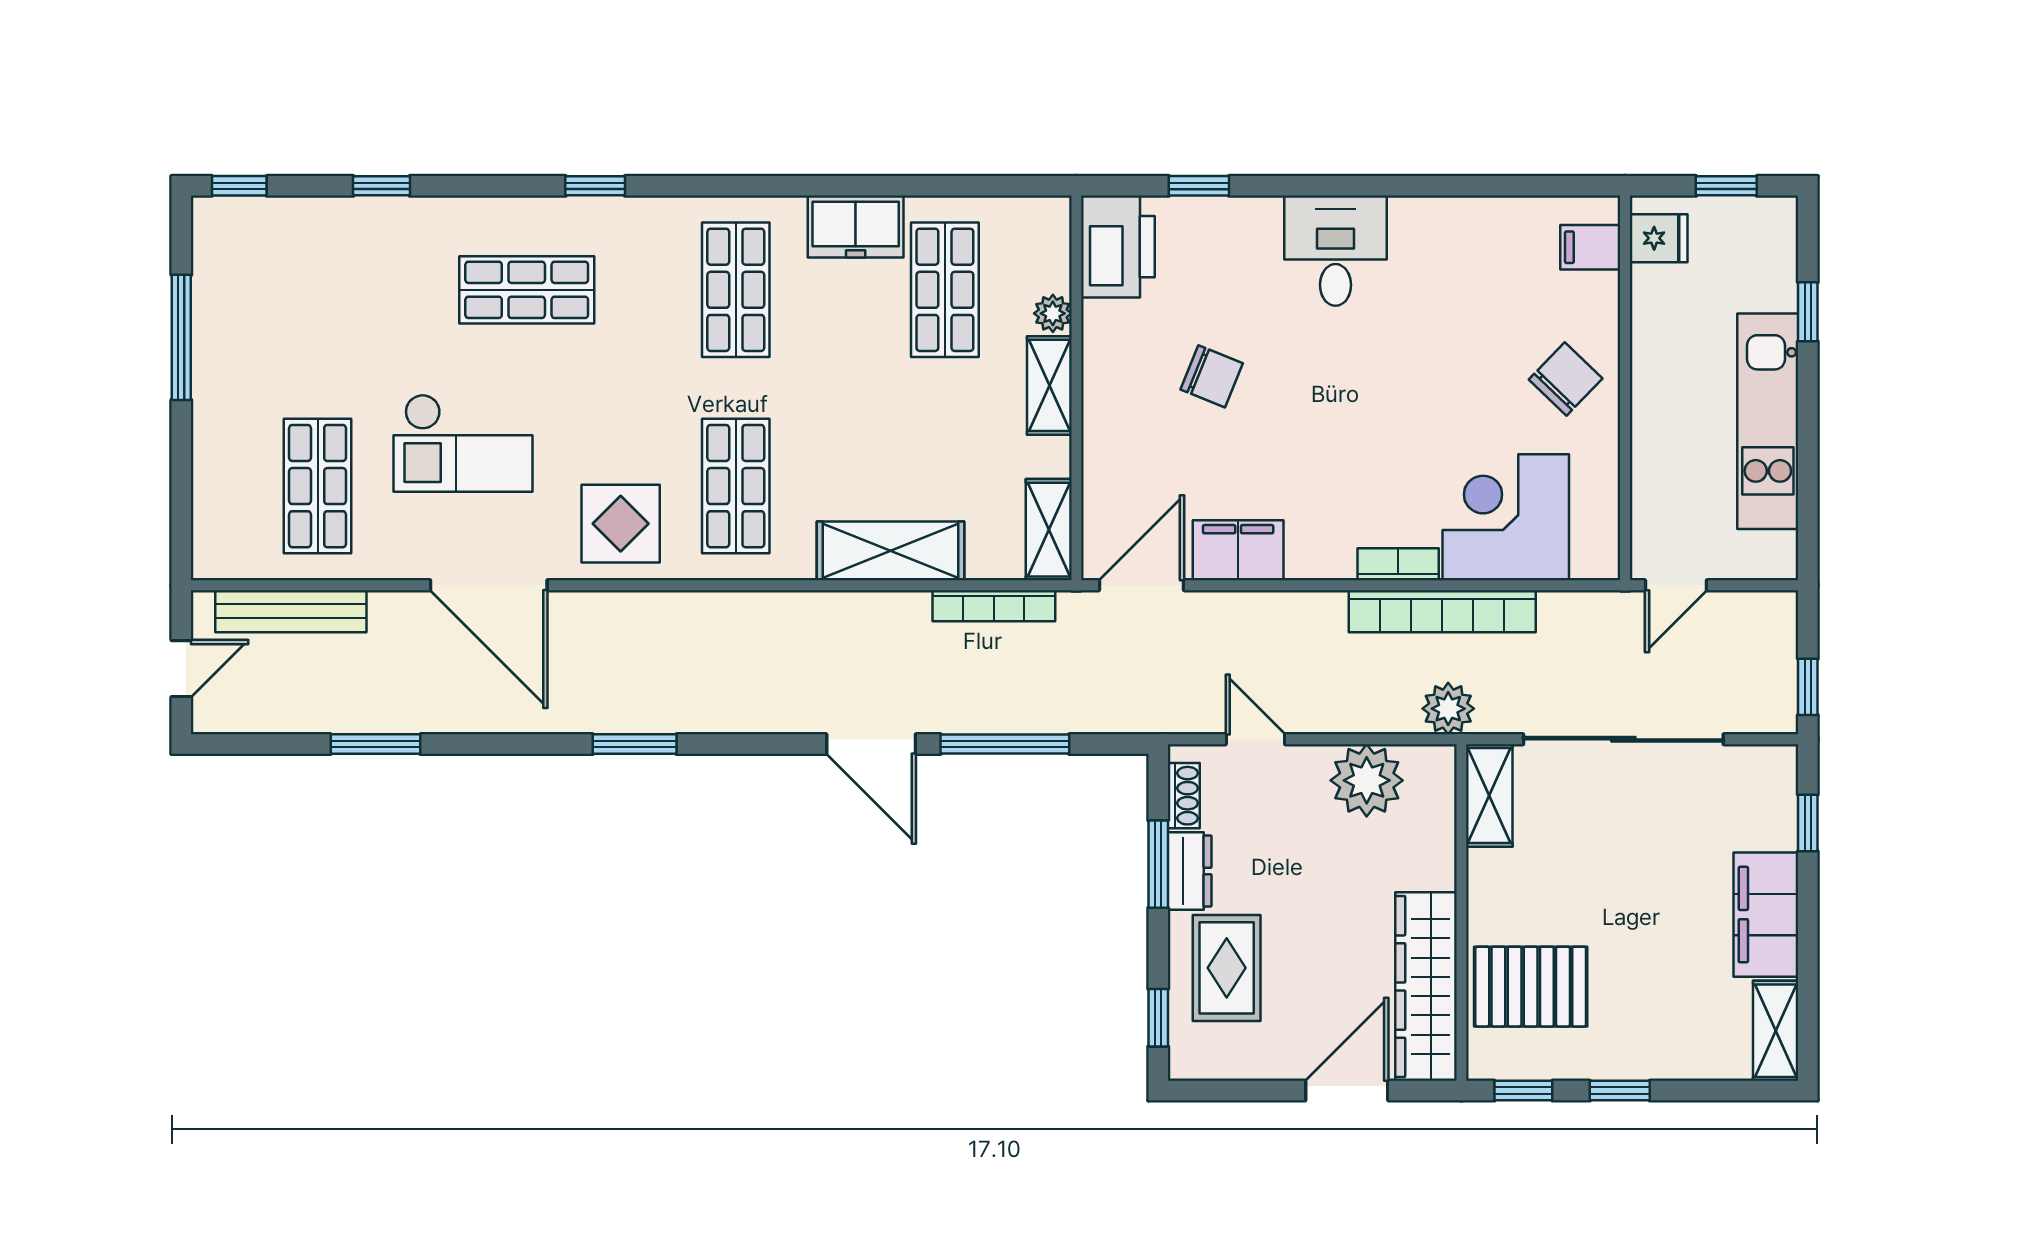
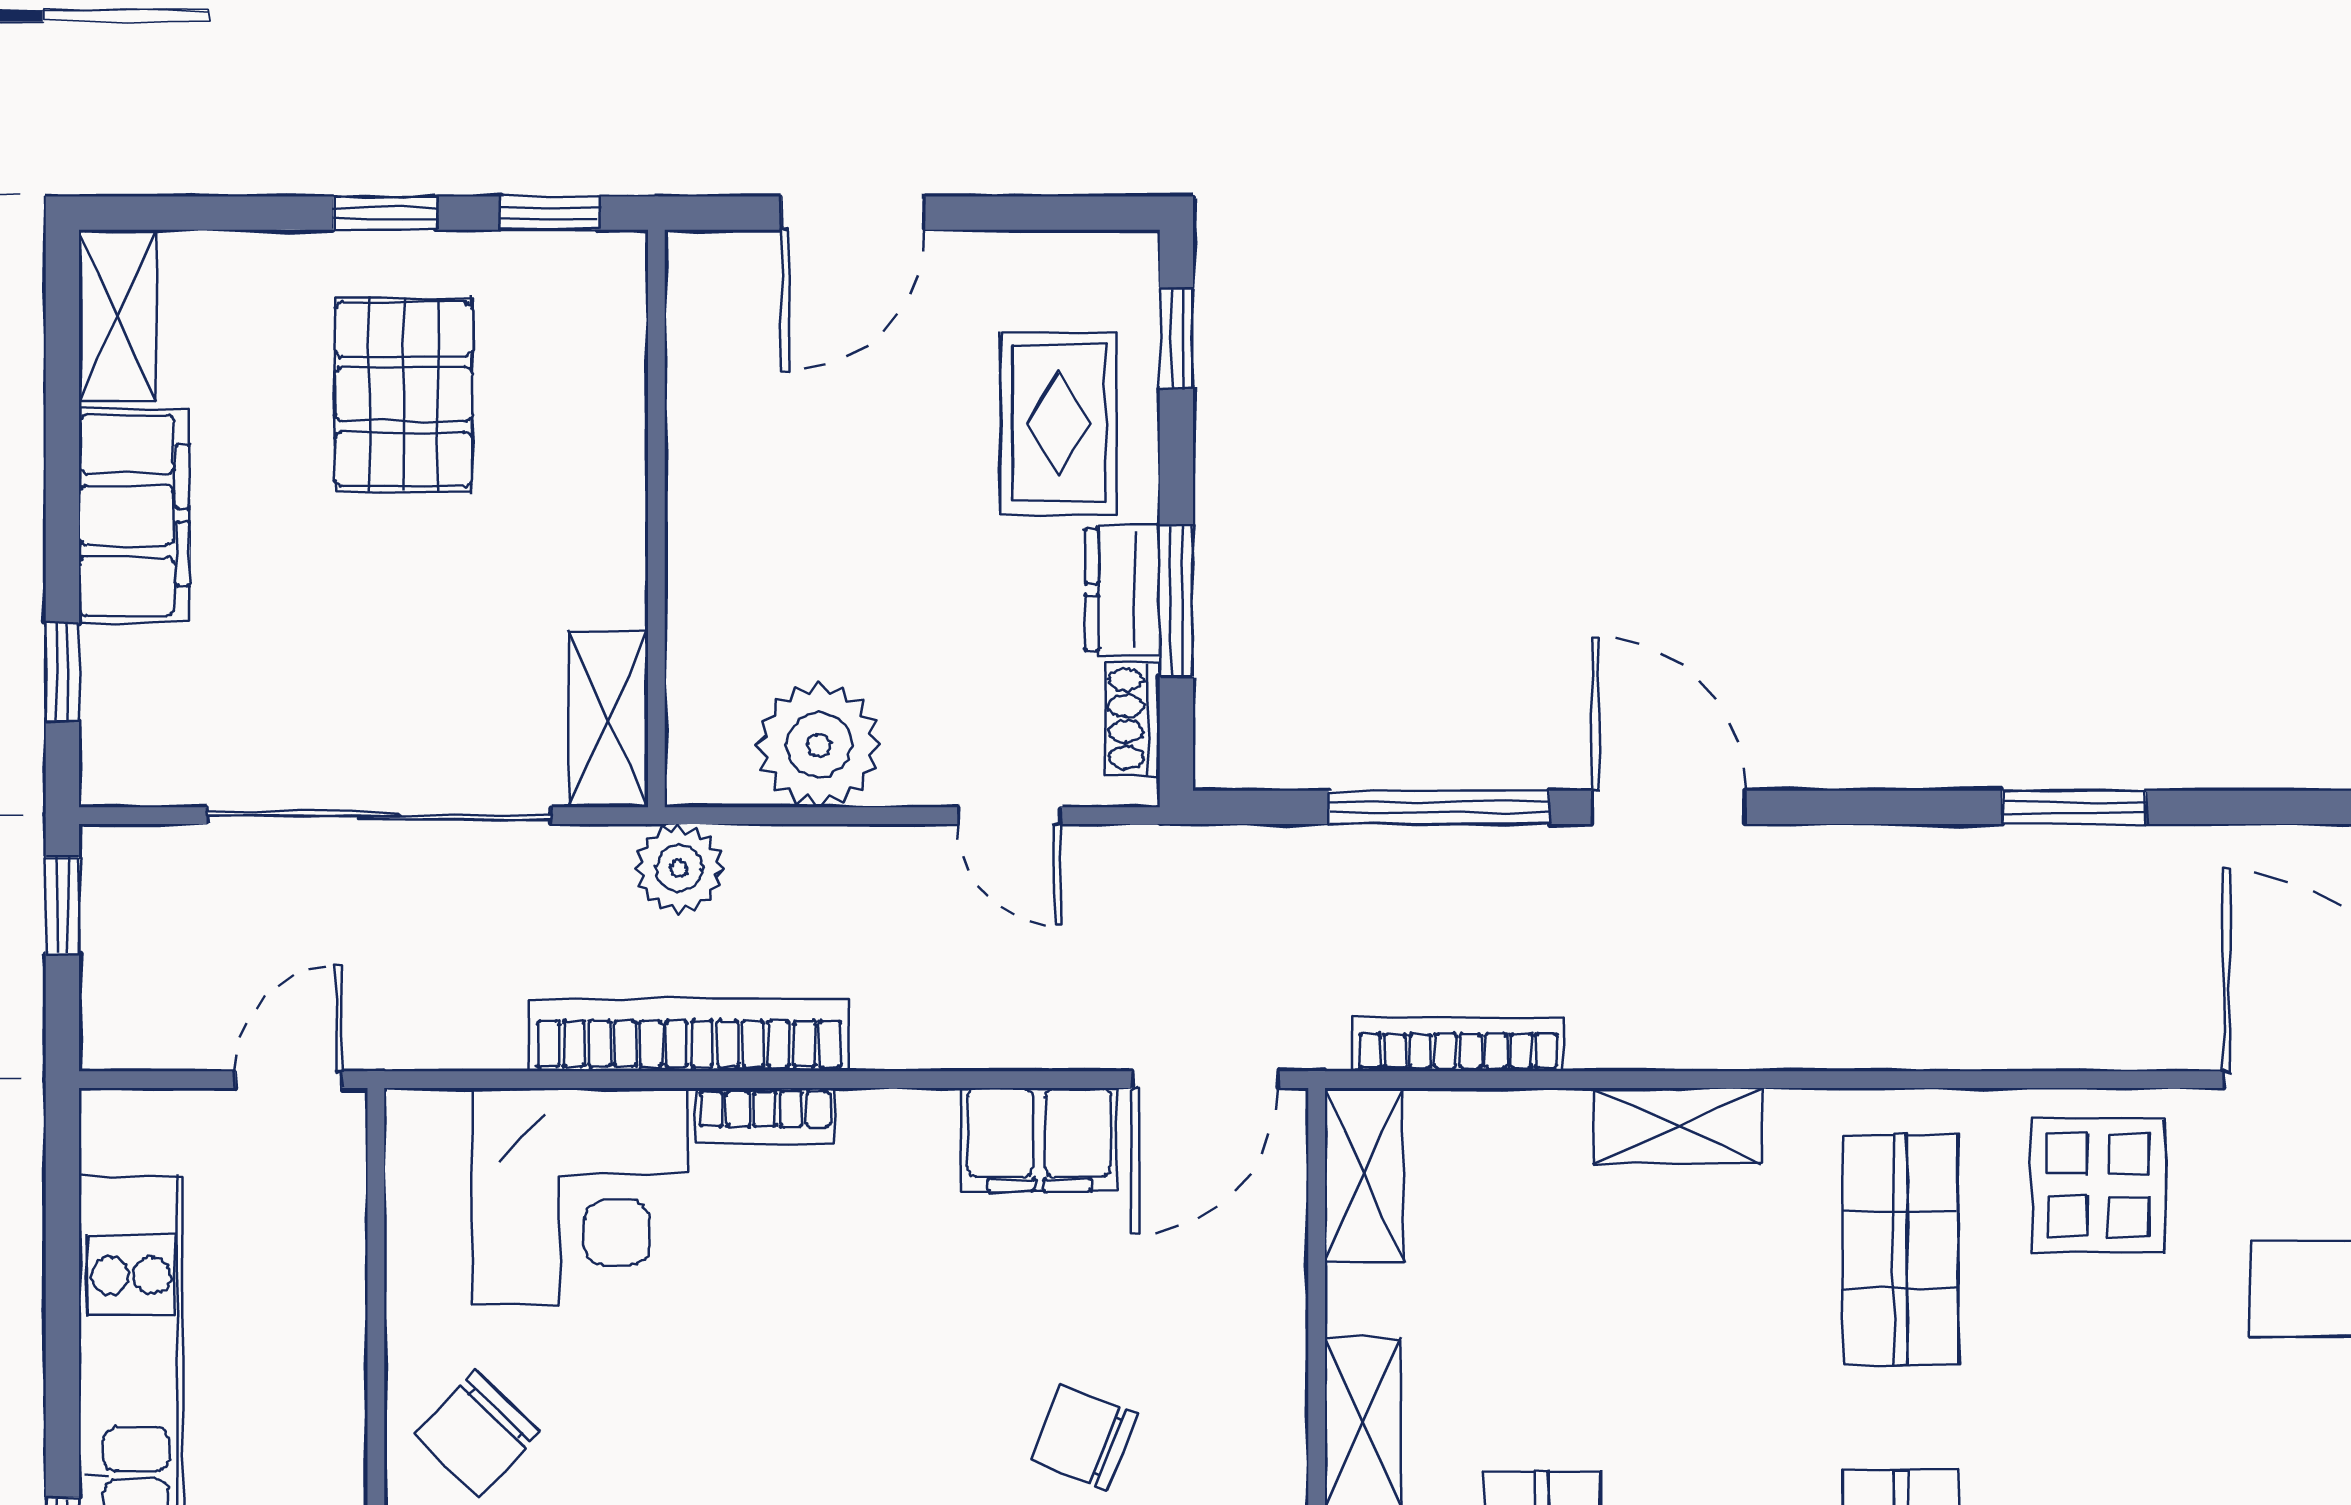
shelving: (891, 551) -> (1677, 1126), width x0.67, depth x0.75
wardrobe: (1426, 987) -> (717, 392), removed
pallet: (1531, 987) -> (404, 394), moved, turned 90

